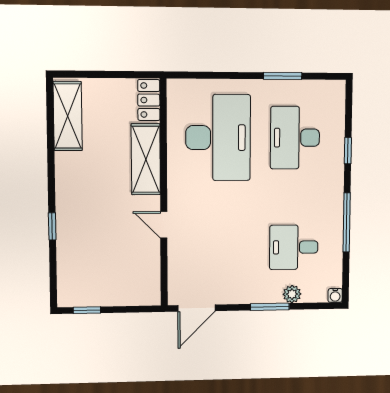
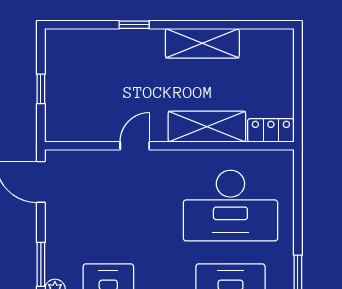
shelving: (68, 116) -> (202, 43), moved
window: (87, 310) -> (41, 89), moved

